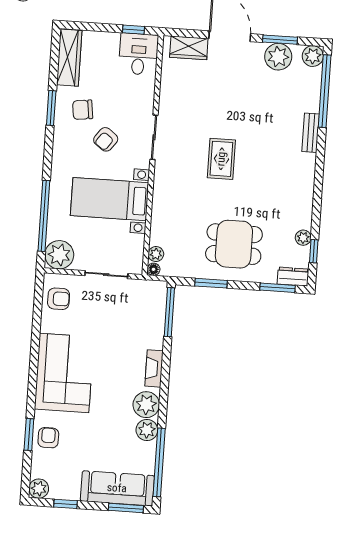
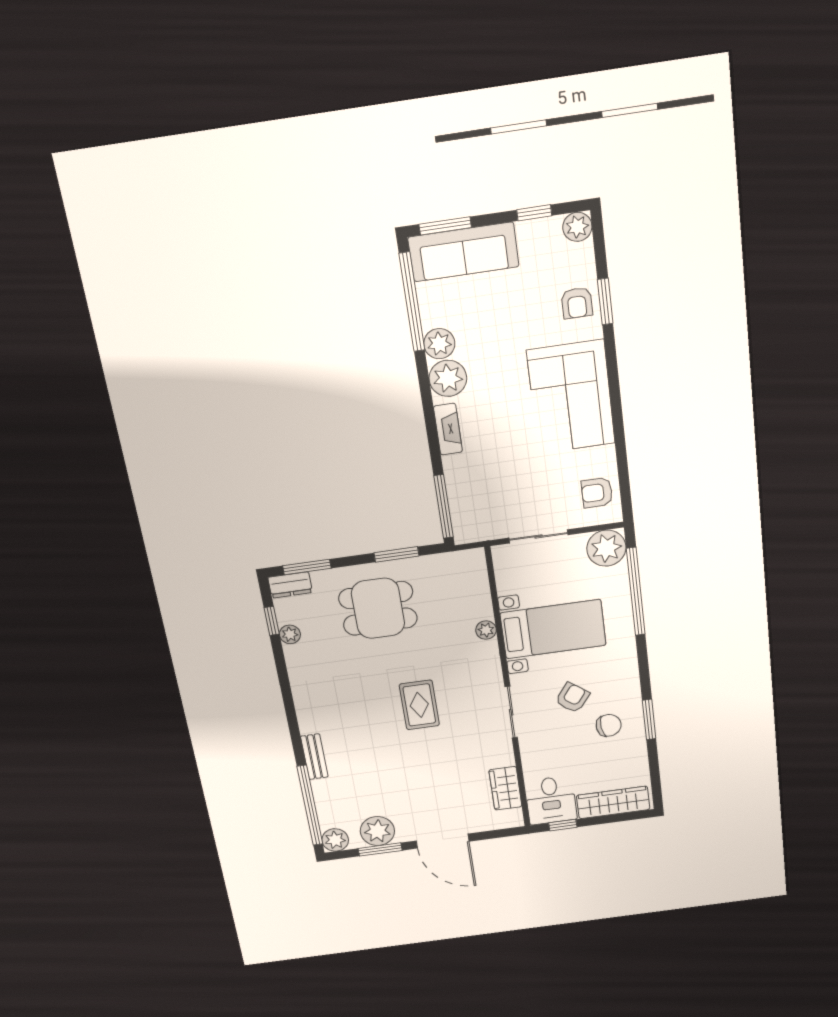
wardrobe: (189, 48) -> (505, 788), moved, turned -90
wardrobe: (69, 58) -> (613, 802), moved, turned 90
plant: (156, 254) -> (486, 630), moved
floor lamp: (153, 269) -> (477, 556), removed

